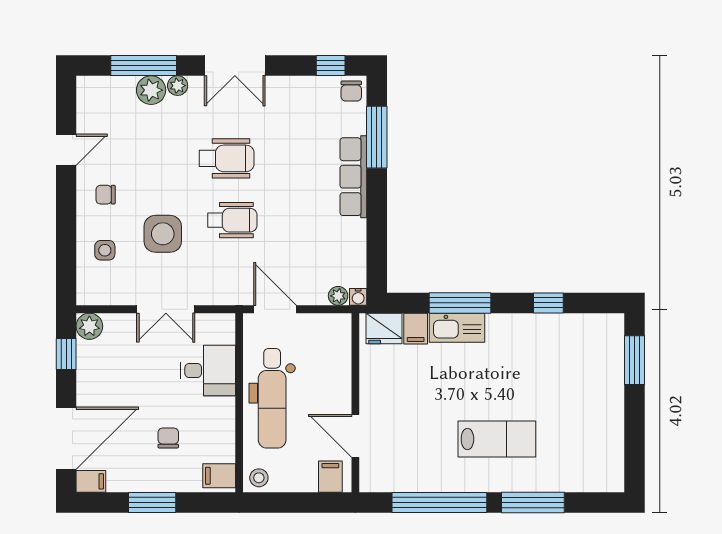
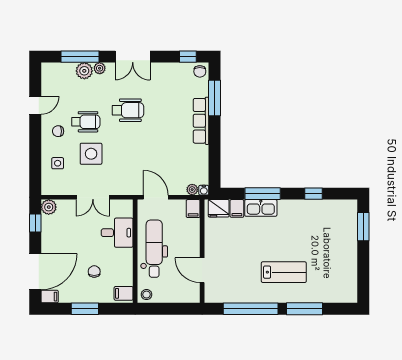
wheelchair: (232, 220) -> (86, 122), moved
dental chair: (272, 398) -> (154, 249), turned 180
filing cabinet: (330, 477) -> (193, 209), moved, turned 180

